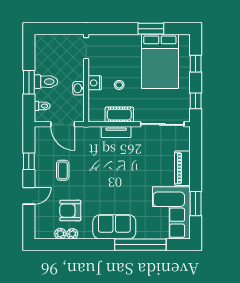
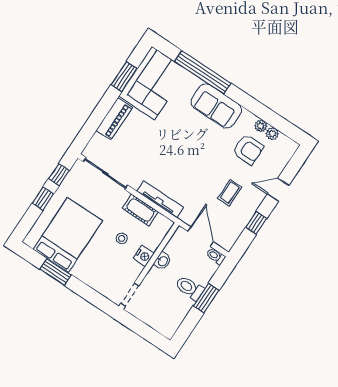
window: (196, 64) -> (43, 199), moved
toilet: (42, 106) -> (216, 256), moved
tv unit: (116, 132) -> (160, 199), width x1.41

